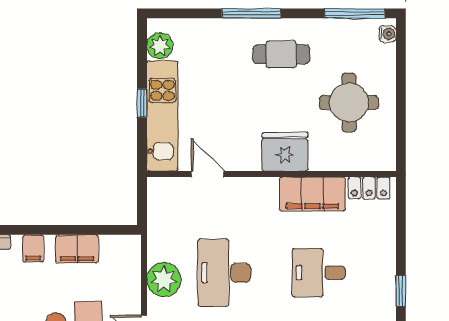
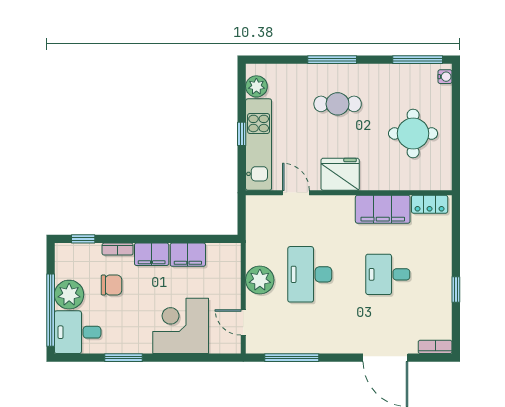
cafe table: (281, 54) -> (338, 104), moved
fridge: (285, 152) -> (340, 174), moved
filing cabinet: (33, 248) -> (152, 254), width x2.00

